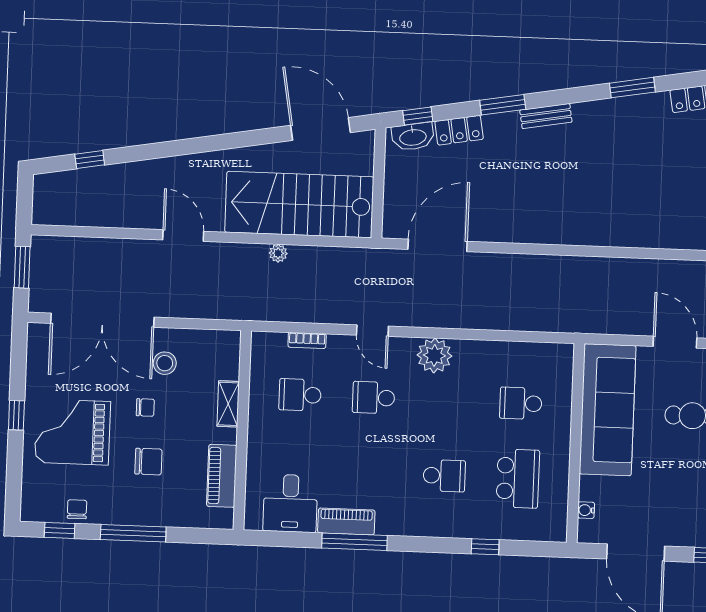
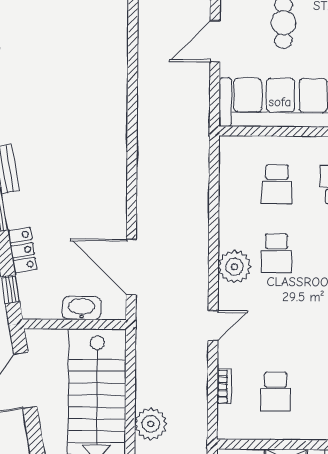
washbasin: (413, 137) -> (82, 308), moved, turned -80
plant: (278, 253) -> (151, 424), width x1.87, depth x1.87
school desk: (374, 398) -> (276, 253), moved

